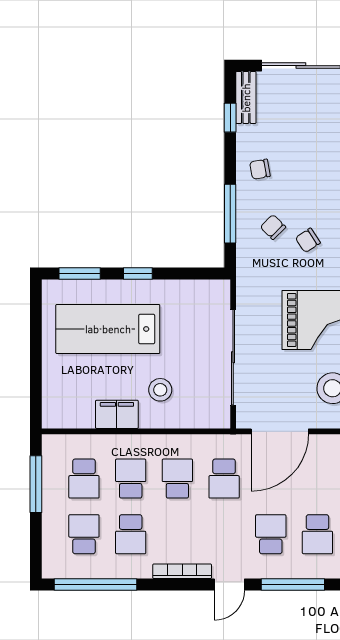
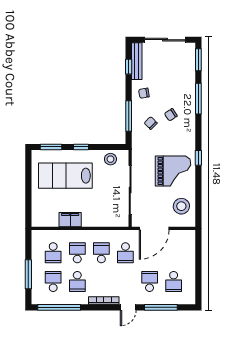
bench: (246, 98) -> (137, 61), width x1.36
chair: (308, 240) -> (171, 115), moved
stool: (160, 390) -> (110, 159), moved
window: (36, 484) -> (28, 274), moved

